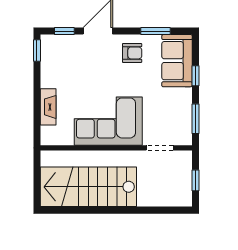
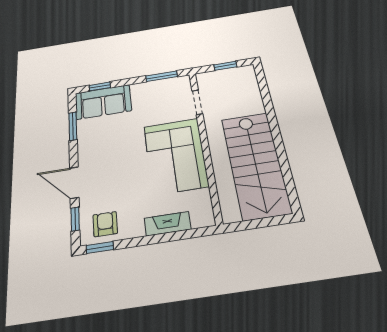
armchair: (132, 53) -> (105, 224), moved
window: (196, 76) -> (100, 86), moved

